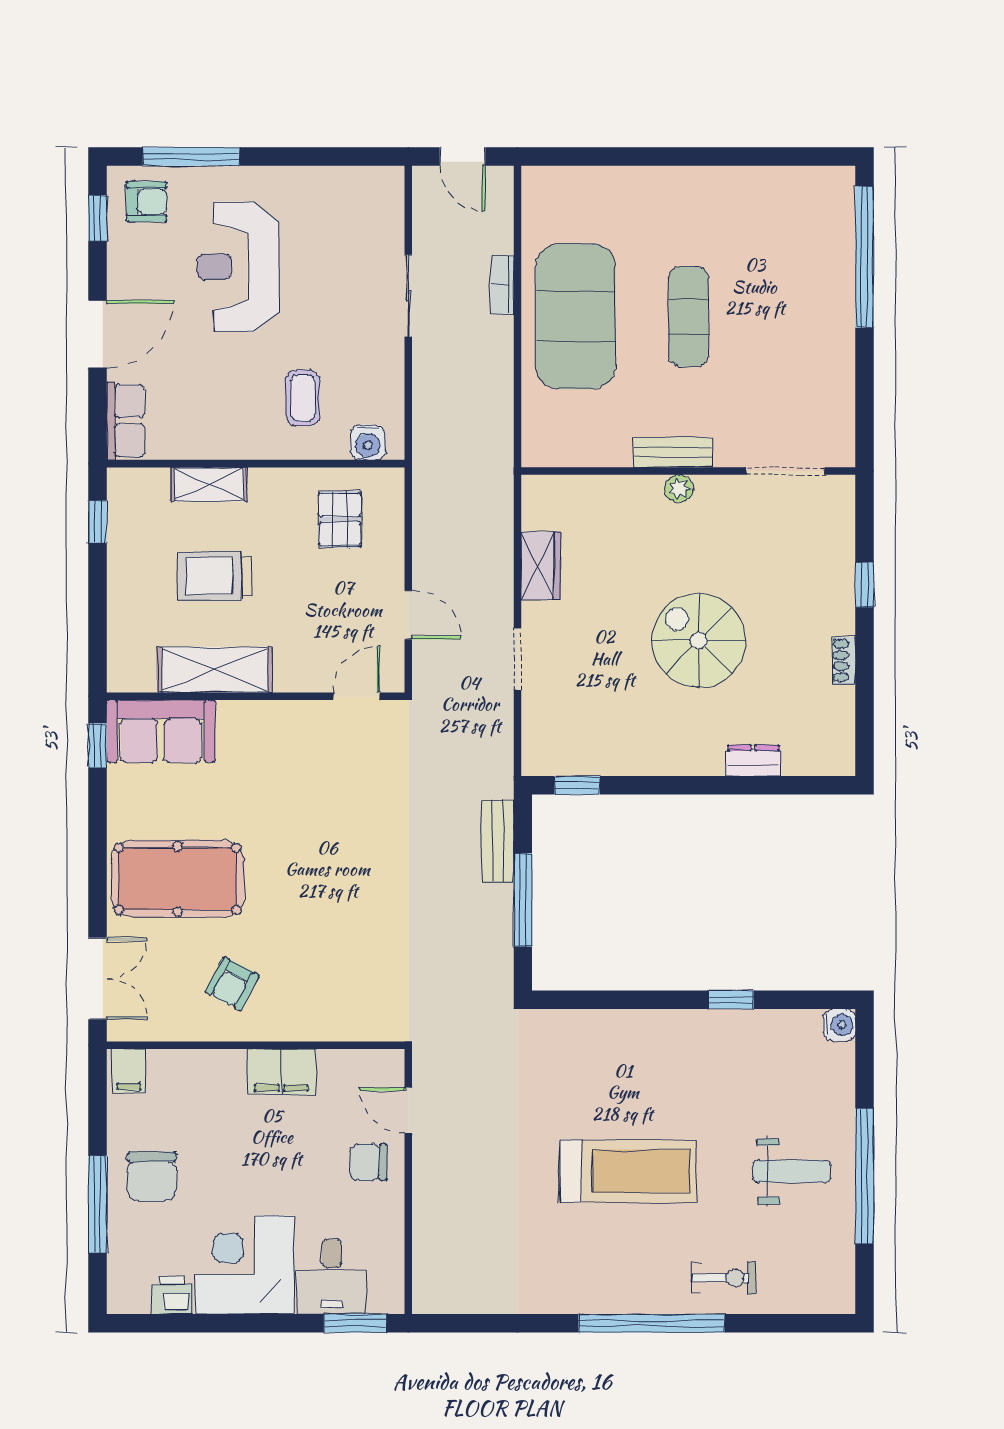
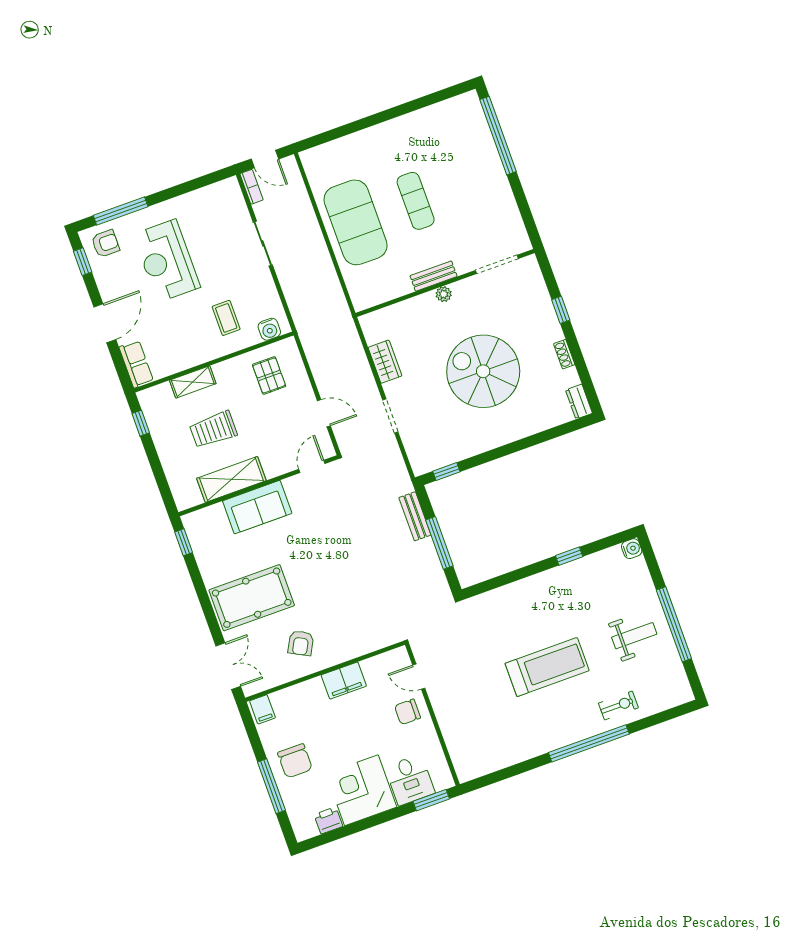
bookcase: (502, 285) -> (252, 187), moved, turned 180
spiral stairs: (699, 641) -> (483, 371), width x1.37, depth x1.37
sofa: (161, 731) -> (257, 507), moved
dresser: (753, 761) -> (579, 402), moved, turned -90

